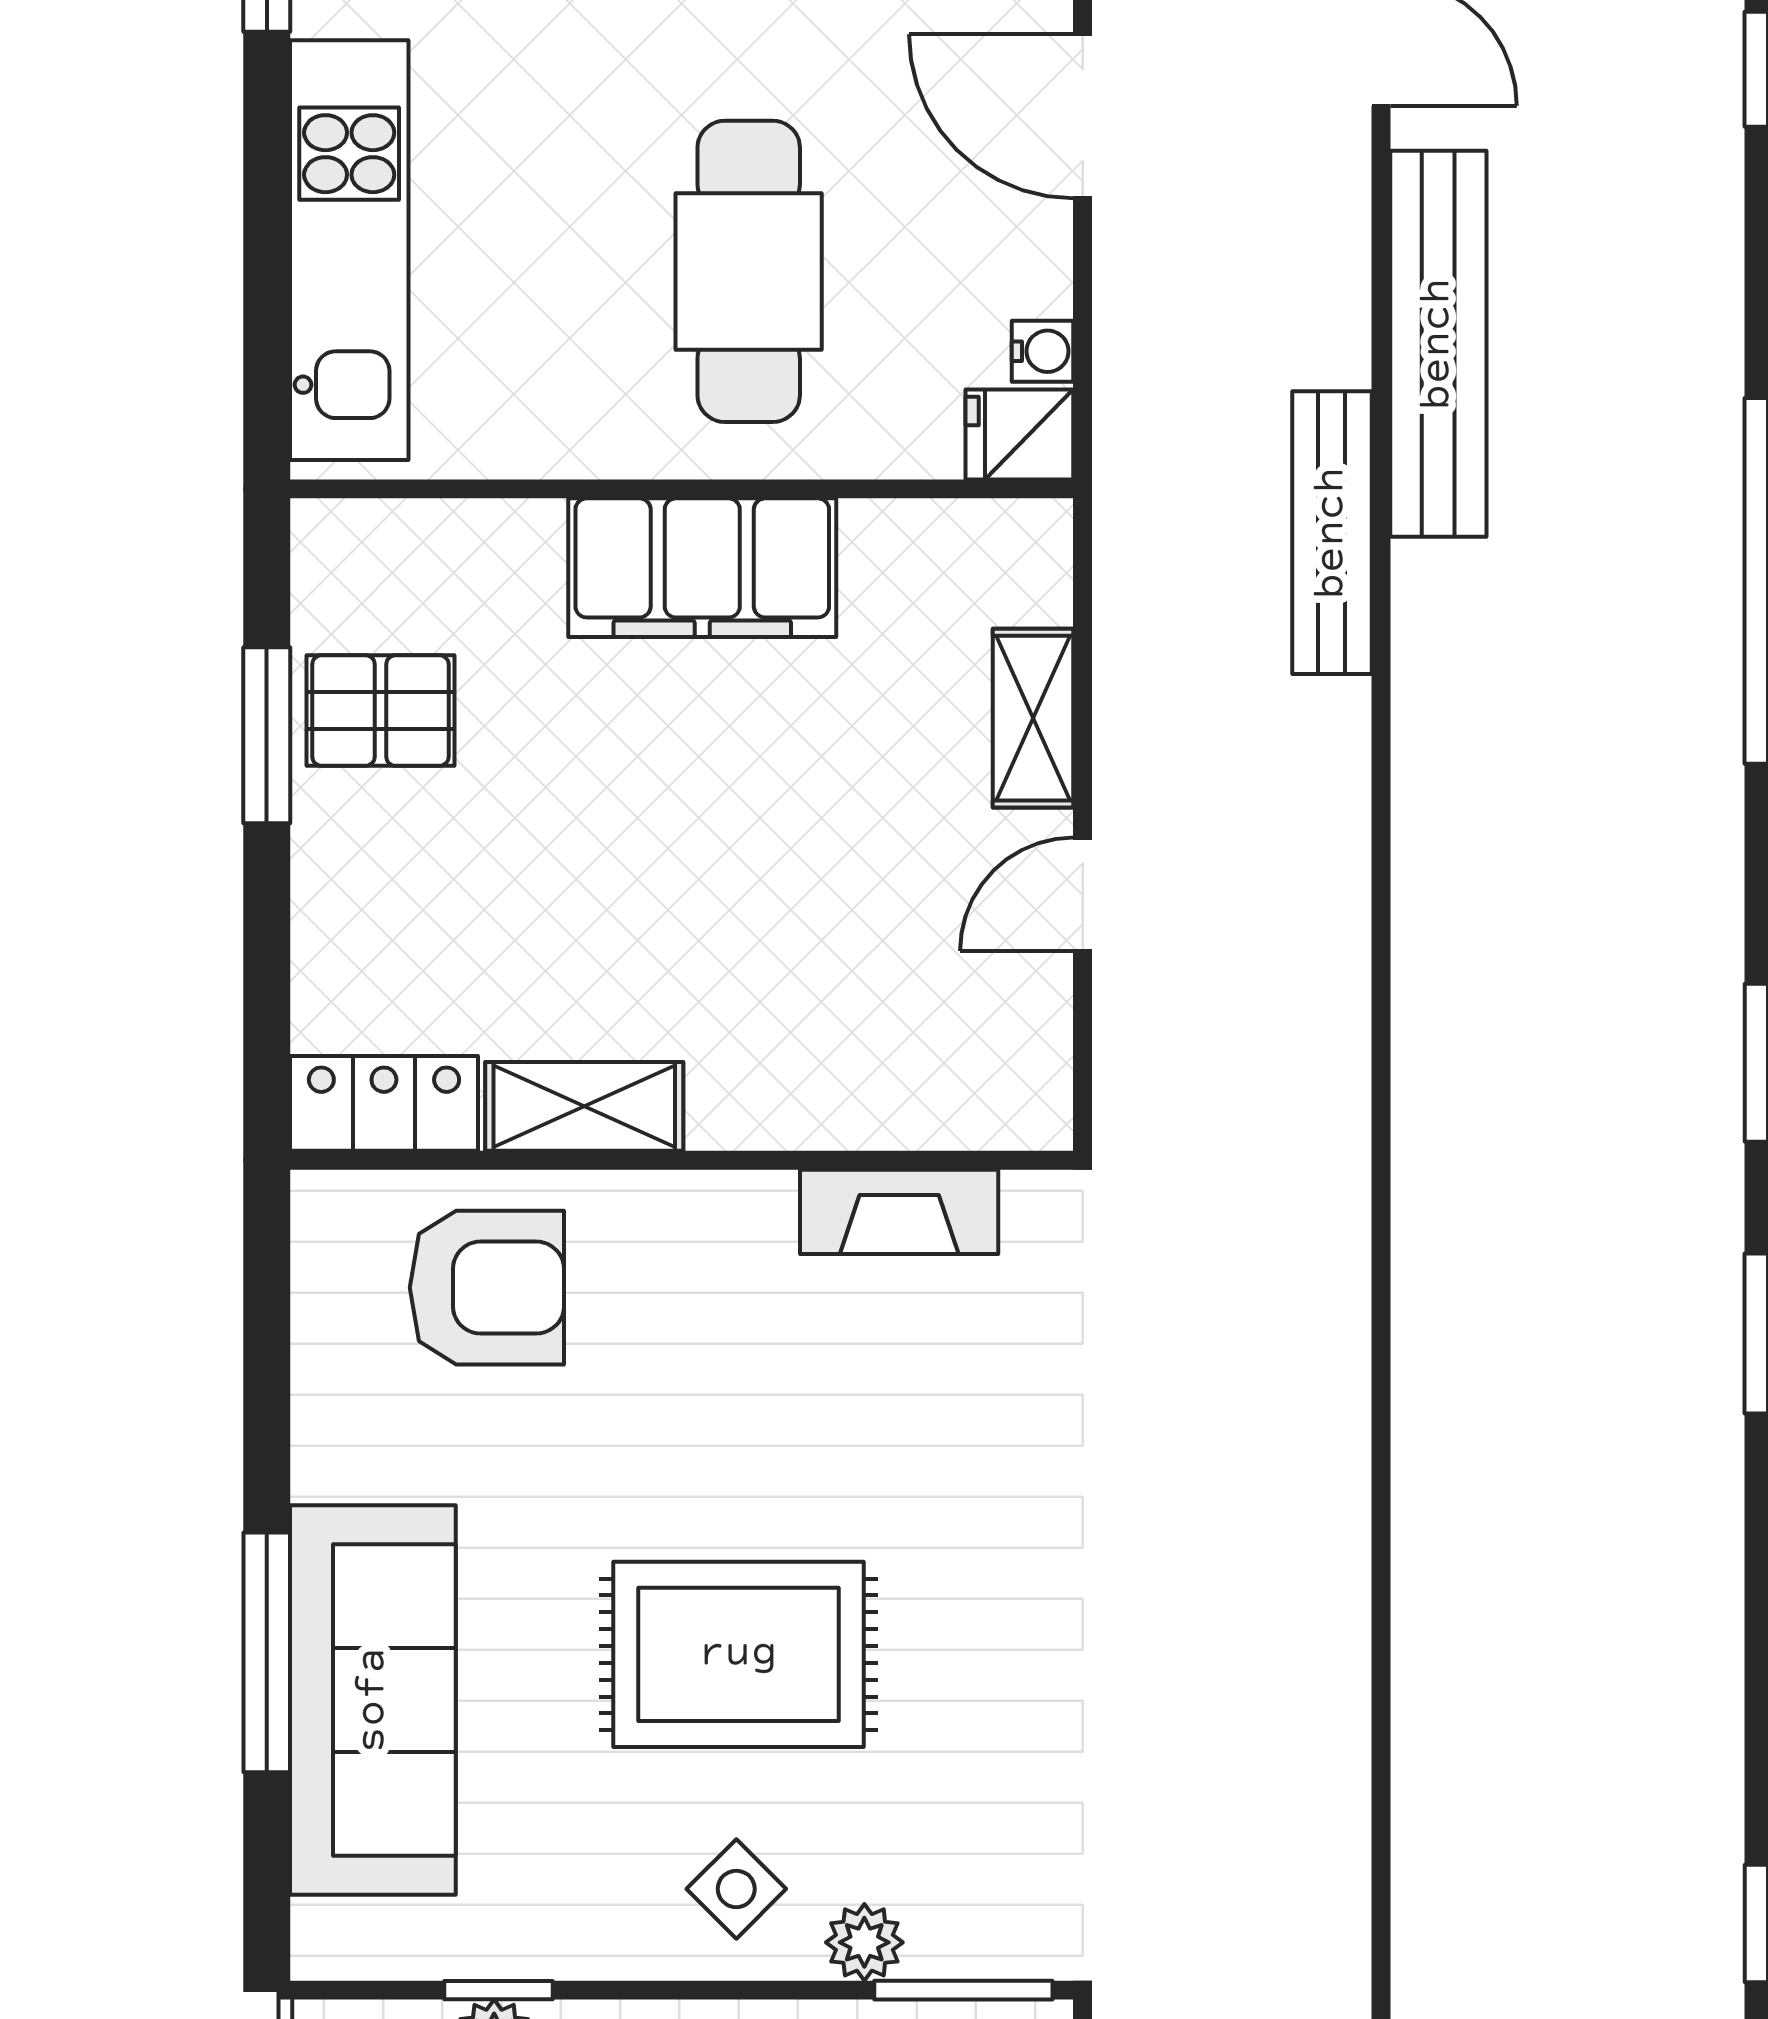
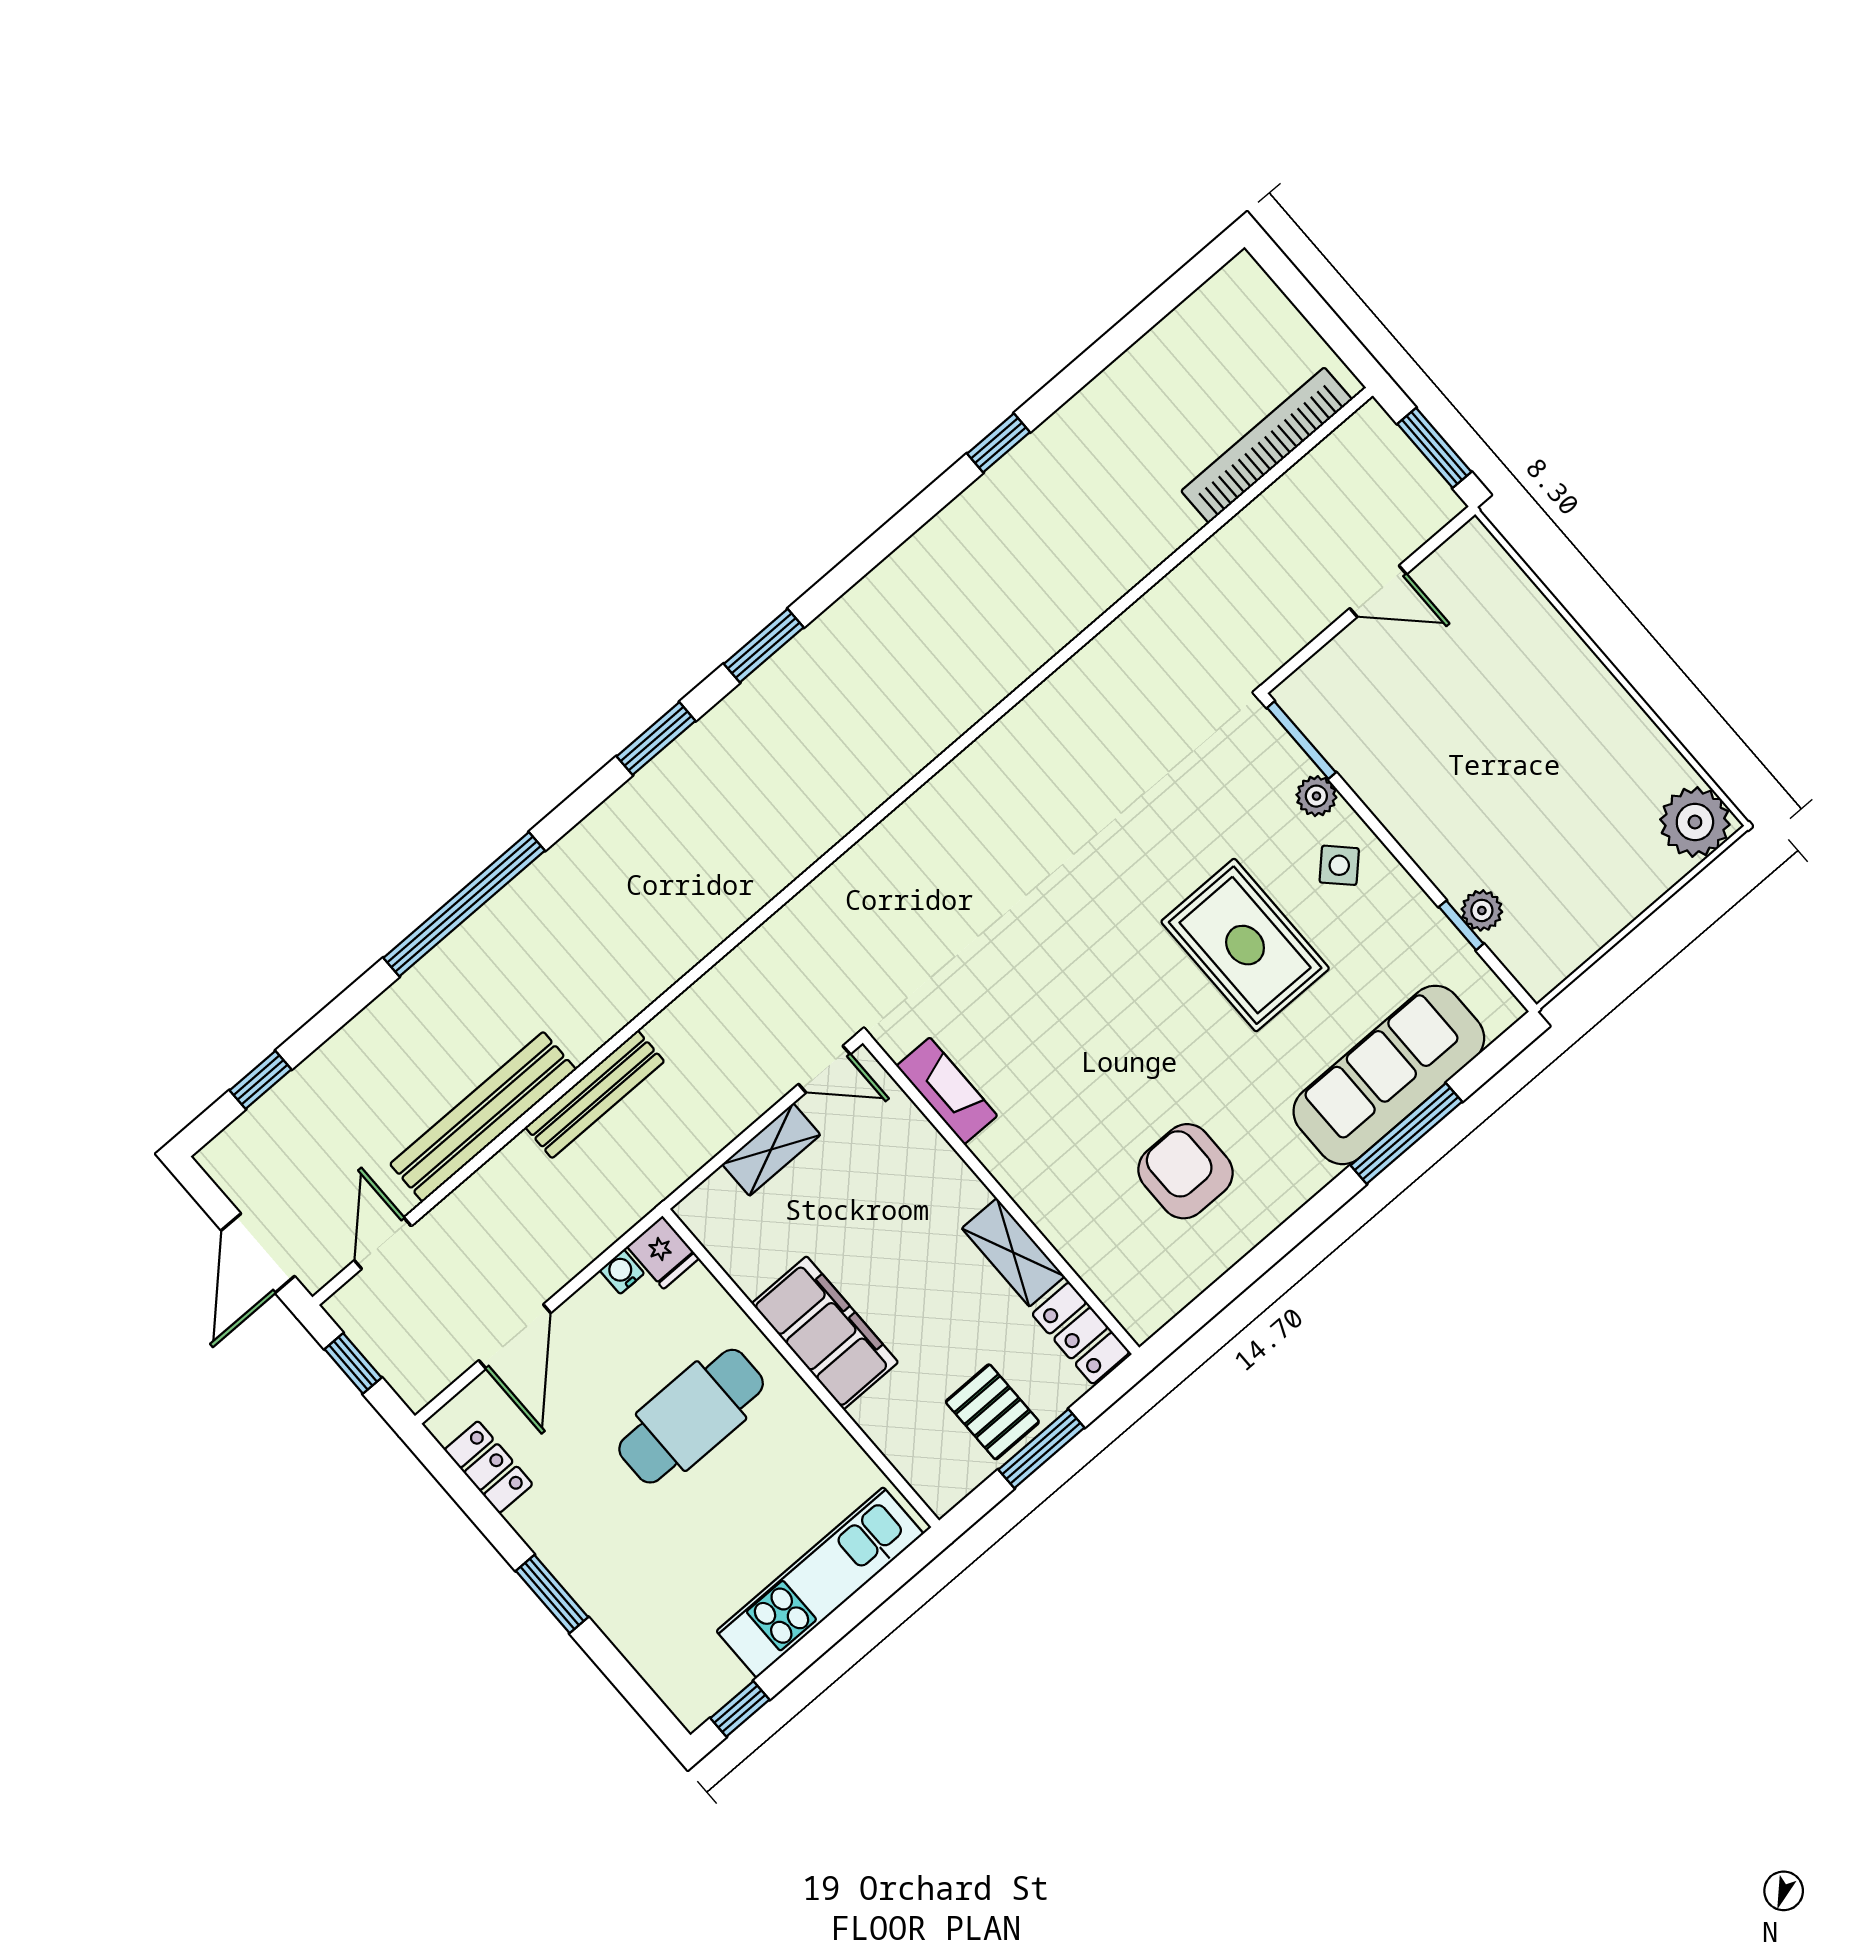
locker: (384, 1103) -> (1081, 1333), moved
shelving: (584, 1106) -> (1013, 1252), moved
wall: (682, 1160) -> (1001, 1195), moved
fireplace: (899, 1212) -> (947, 1091), moved

